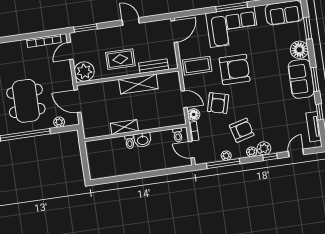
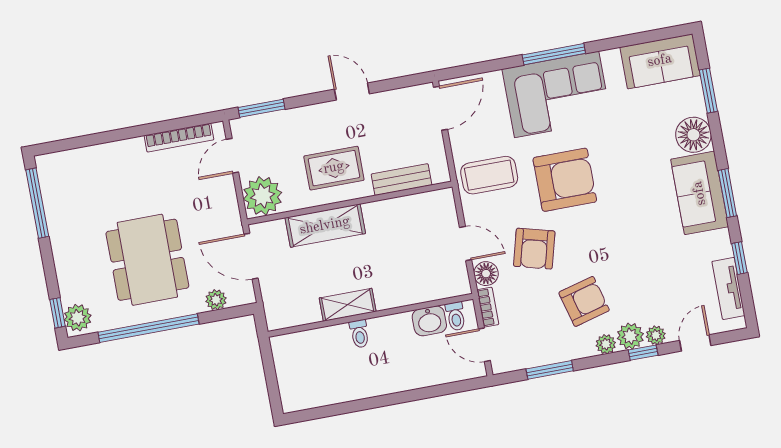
shelving: (138, 84) -> (325, 226), moved
washbasin: (143, 140) -> (429, 321), moved
plant: (226, 156) -> (656, 335), moved
window: (223, 164) -> (550, 370), width x0.69

